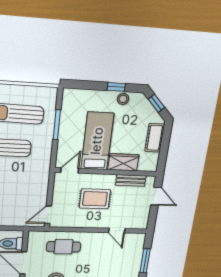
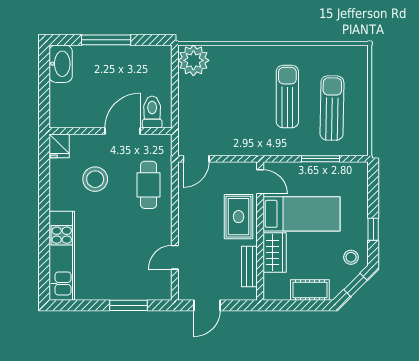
stool: (123, 99) -> (351, 257), moved
door: (156, 196) -> (207, 305), moved
rug: (95, 199) -> (239, 217), moved
door: (48, 215) -> (196, 159), swing flipped

